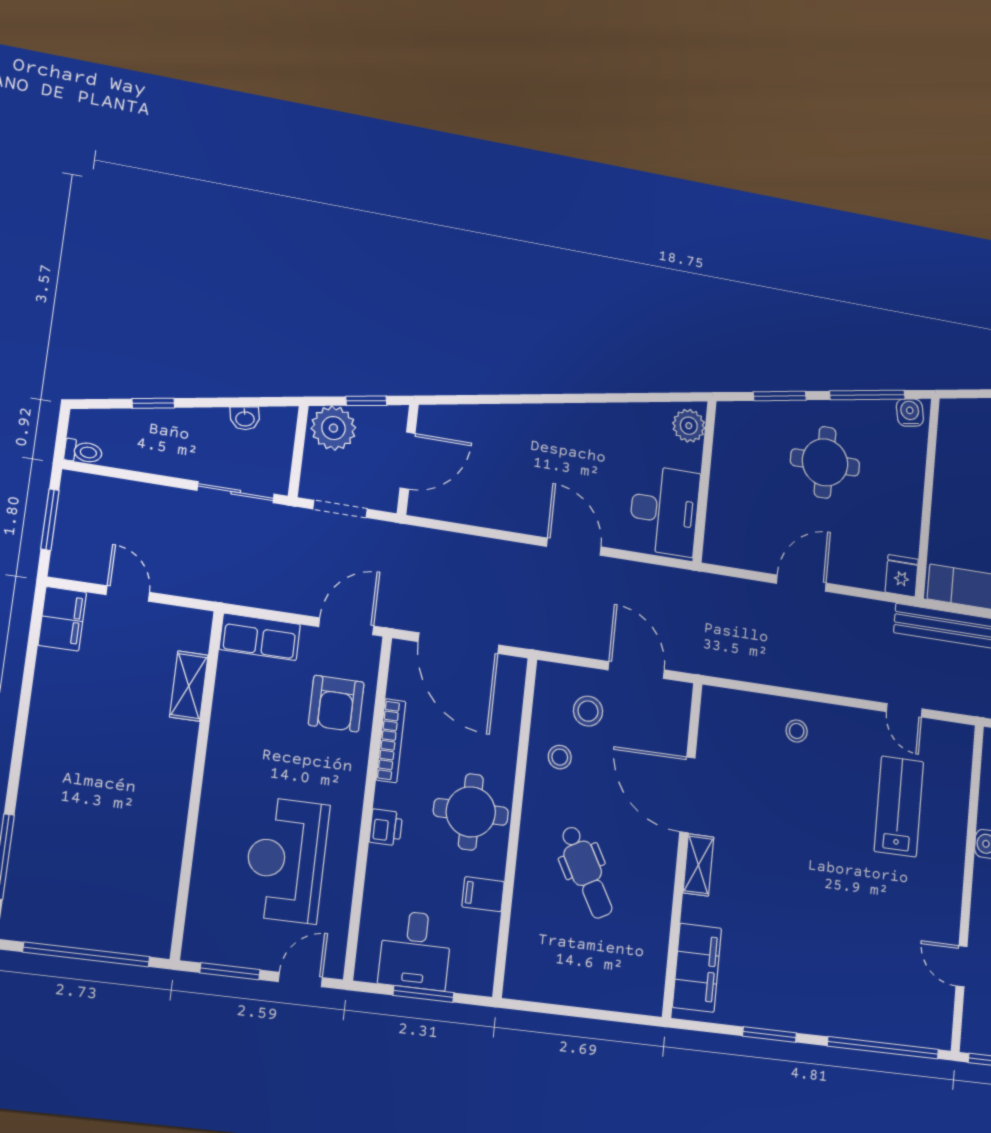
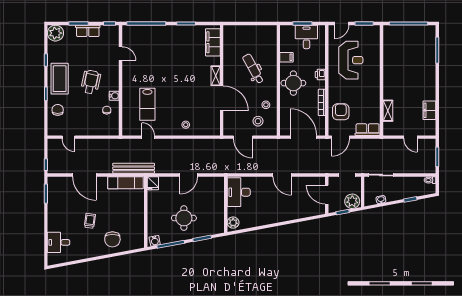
door: (408, 461) -> (327, 195), hinge flipped
door: (574, 547) -> (282, 175), moved
filing cabinet: (62, 619) -> (429, 110), moved

